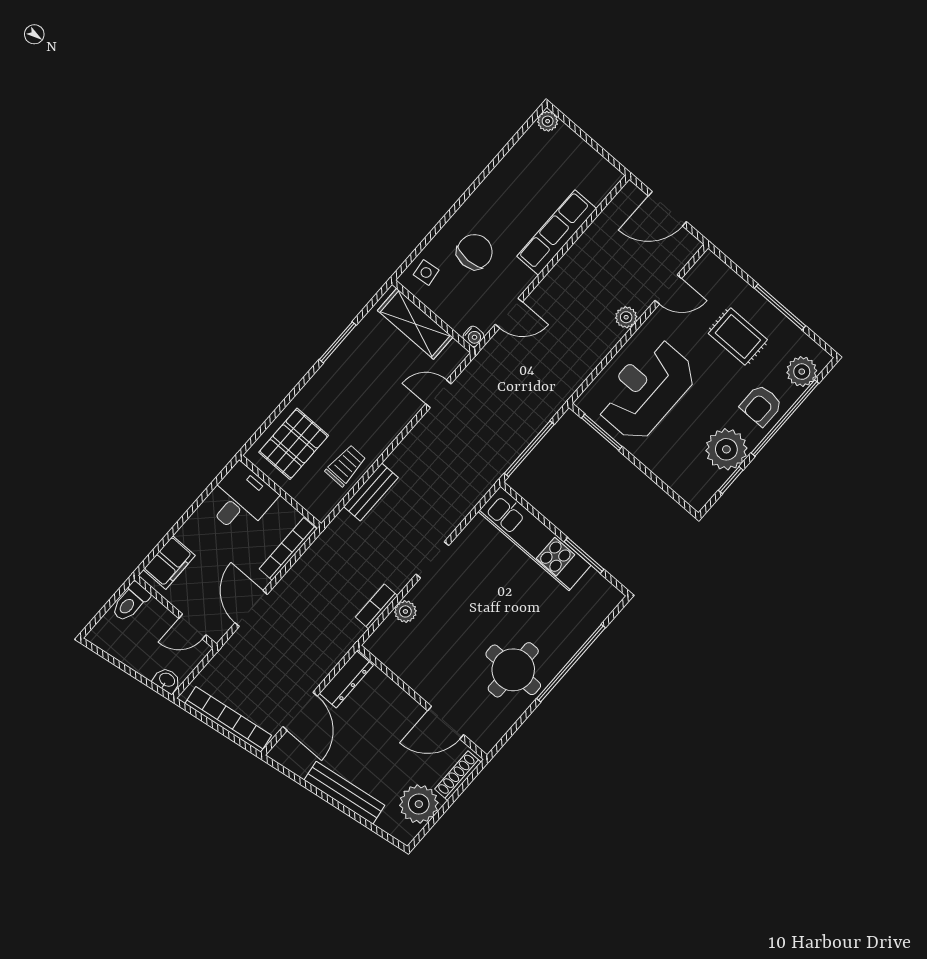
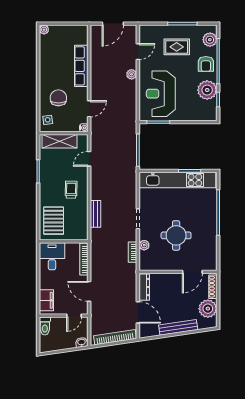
trolley: (346, 466) -> (71, 190), moved
kitchen unit: (535, 538) -> (177, 180), width x1.36
round table: (513, 670) -> (176, 235), moved

